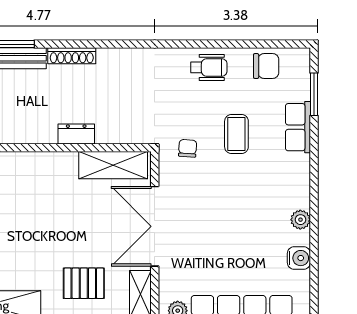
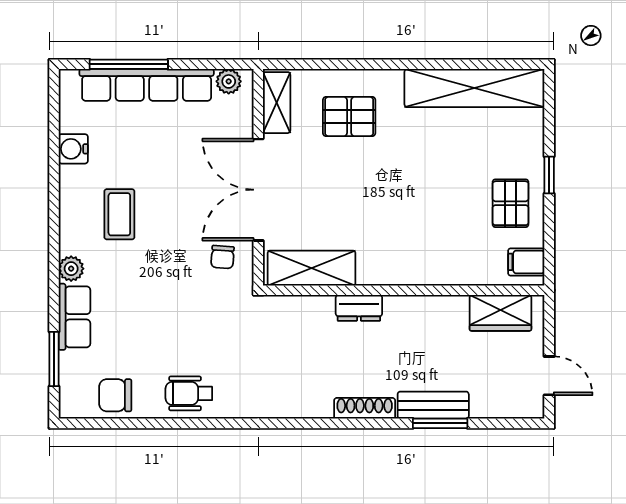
coffee table: (236, 134) -> (119, 214), moved
chair: (188, 148) -> (222, 257), moved
plant: (300, 220) -> (71, 269), moved
double door: (155, 226) -> (258, 190), swing flipped

